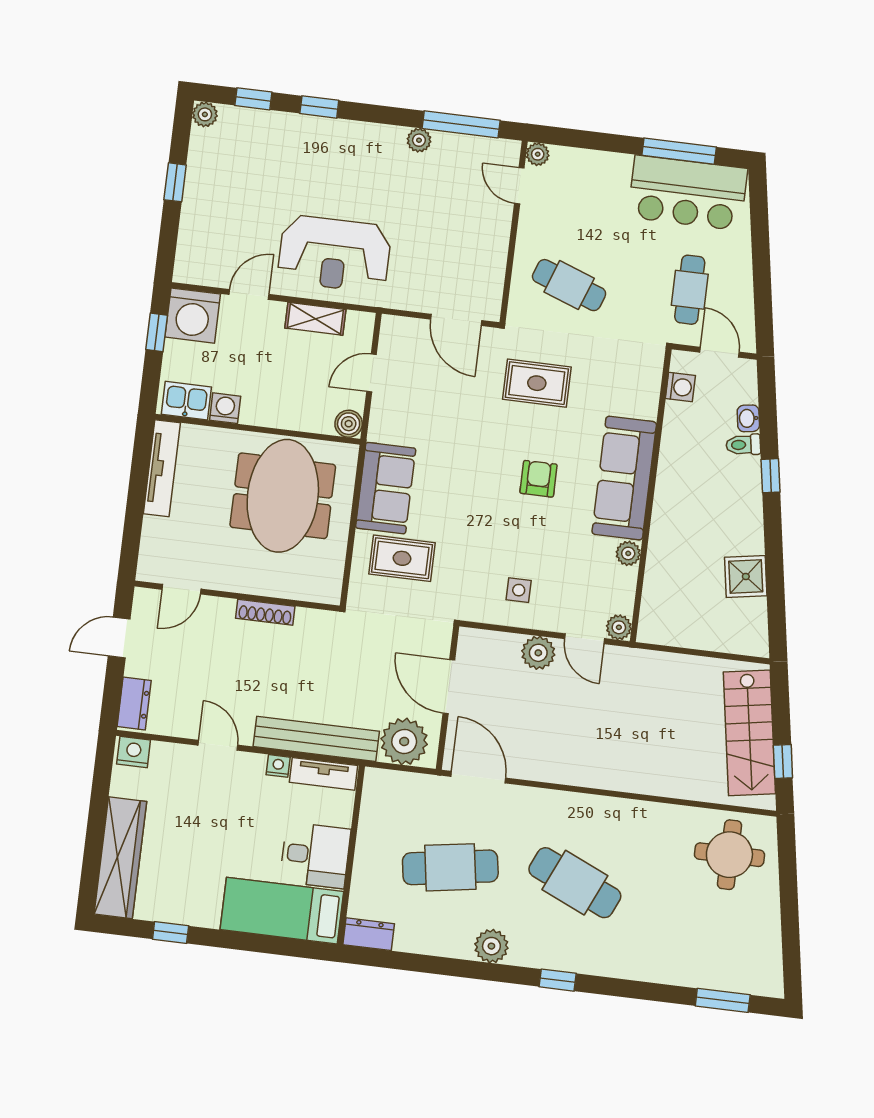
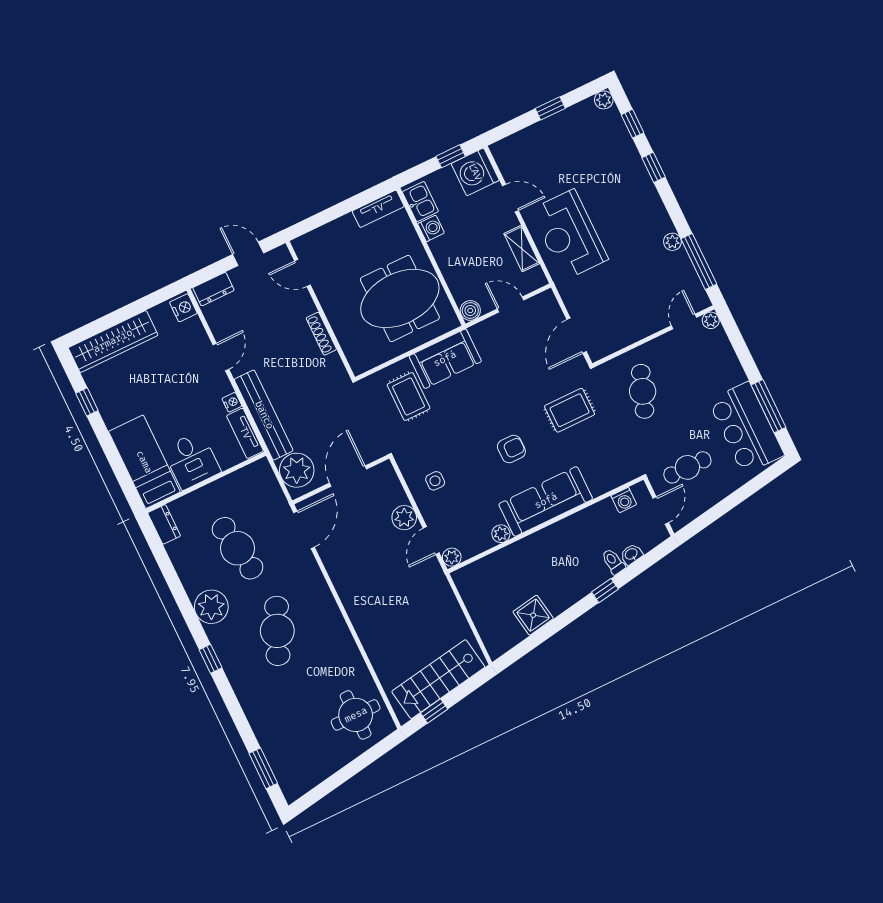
rug: (537, 383) -> (570, 410), turned 90
tv unit: (162, 468) -> (378, 209), width x0.71
plant: (491, 946) -> (211, 607), width x1.36, depth x1.36

